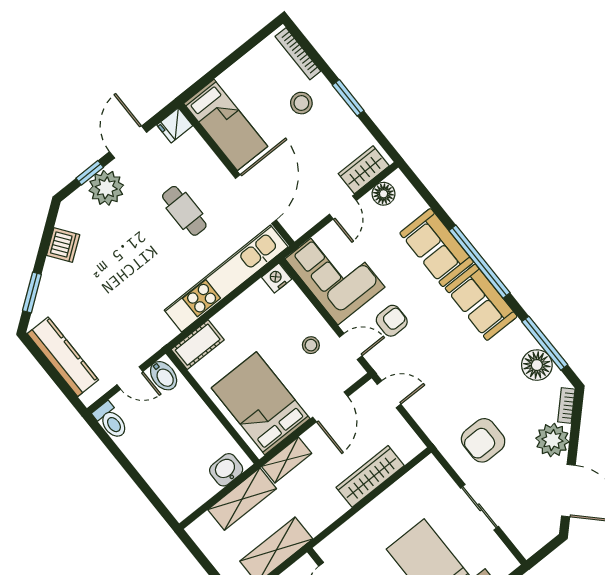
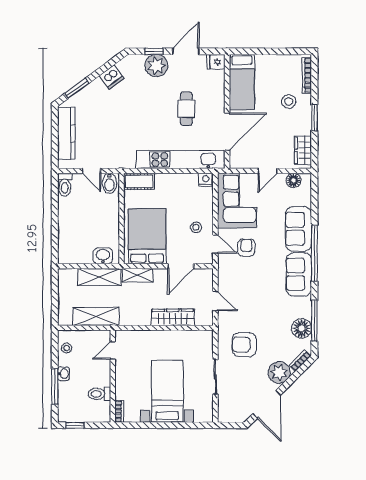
wardrobe: (364, 170) -> (303, 150), moved, turned -90
armchair: (392, 321) -> (246, 248), turned -89
door: (389, 394) -> (215, 301), moved

